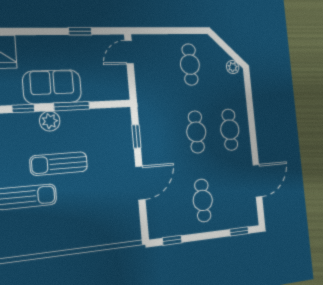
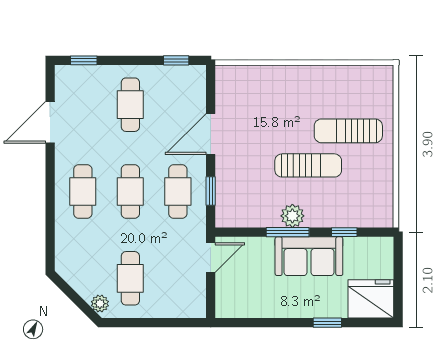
window: (80, 31) -> (327, 323), moved
door: (129, 52) -> (211, 258), moved
plant: (233, 67) -> (100, 304), moved
plant: (50, 121) -> (292, 216), moved
cafe table: (161, 134) -> (178, 191), added

